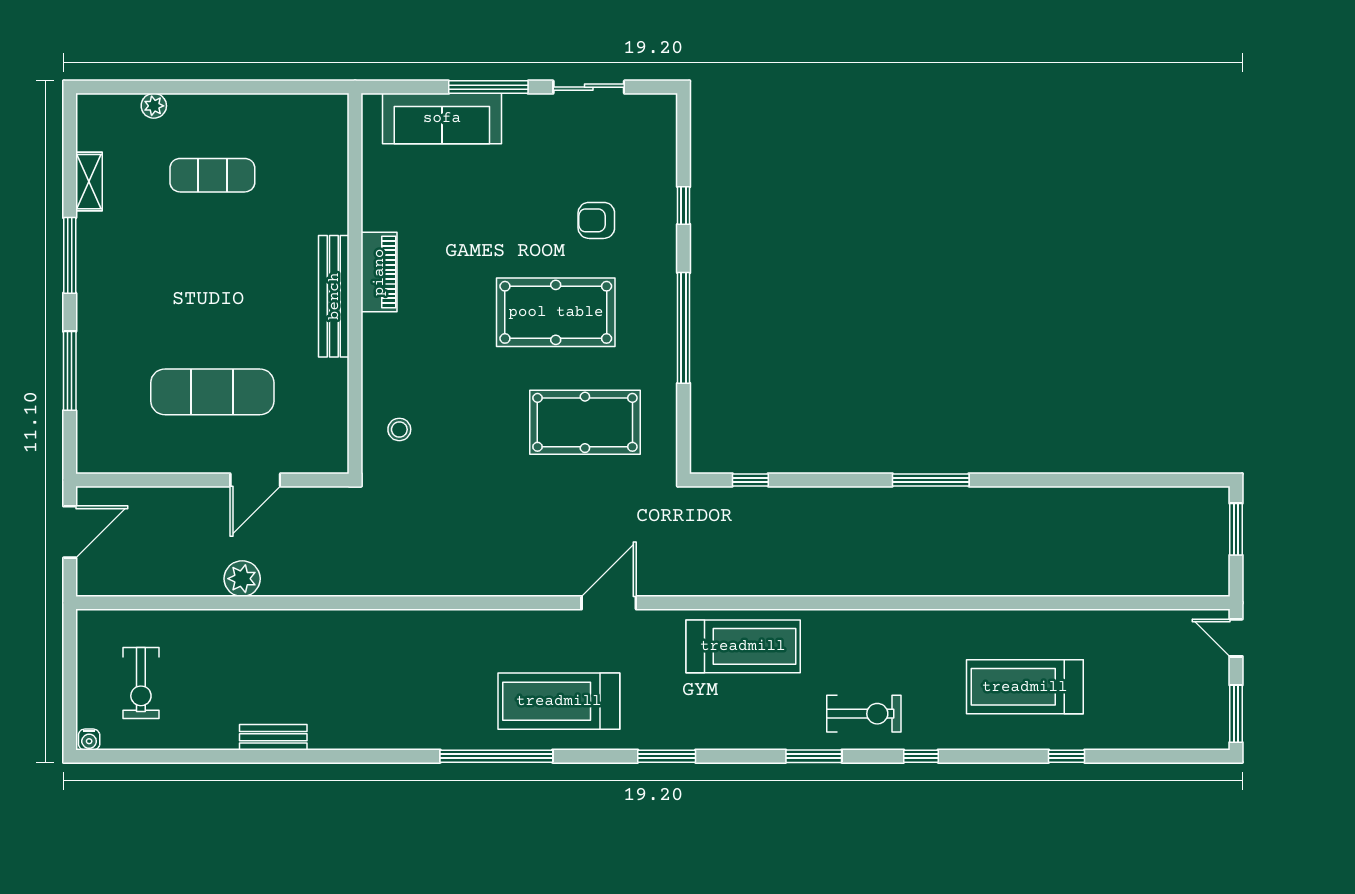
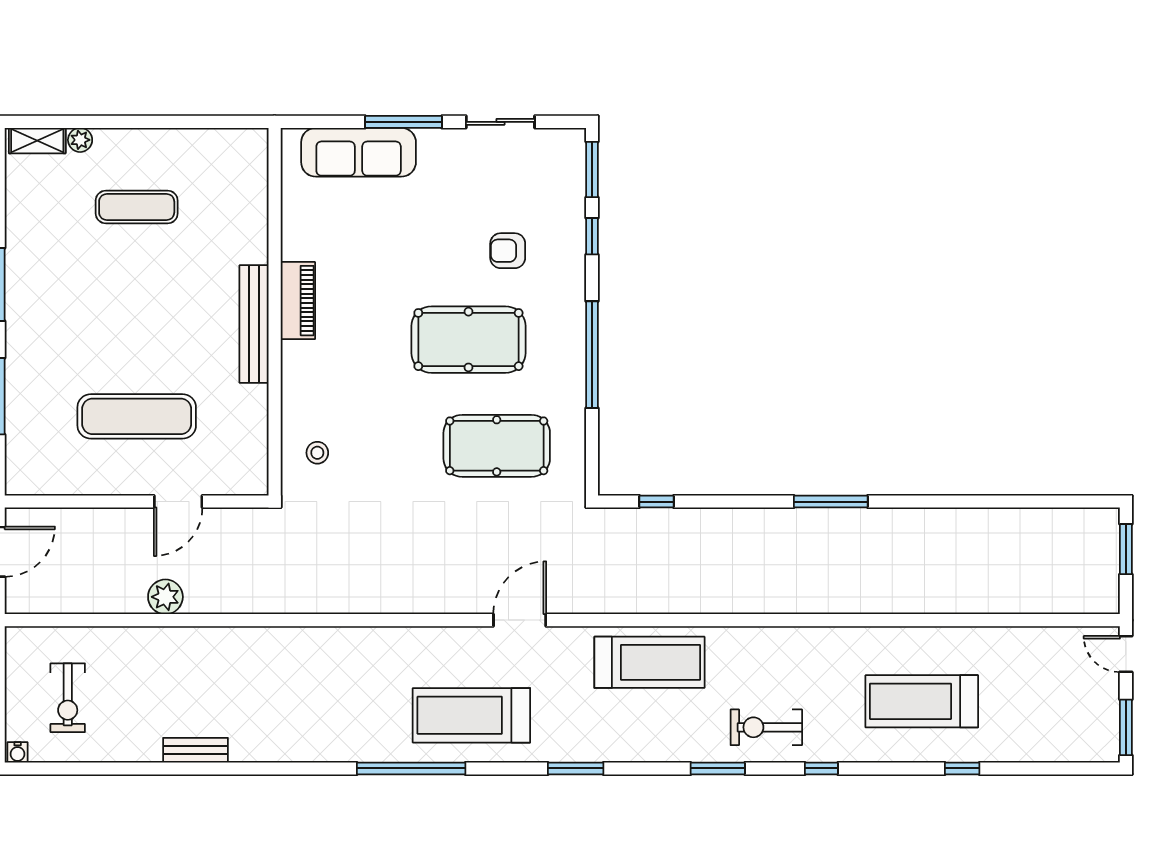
window: (684, 136) -> (592, 170), added
shelving: (89, 182) -> (37, 141), moved, turned 90
exercise bike: (864, 714) -> (766, 727), turned 180

